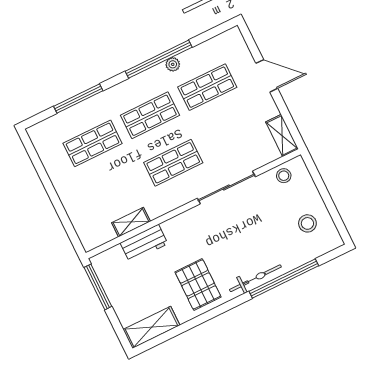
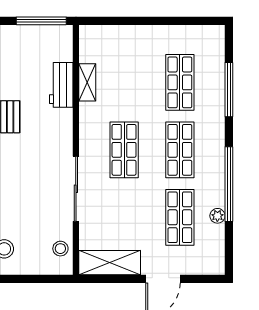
plant: (173, 64) -> (217, 216), moved
shelving: (282, 135) -> (110, 263), width x1.50, depth x1.33

